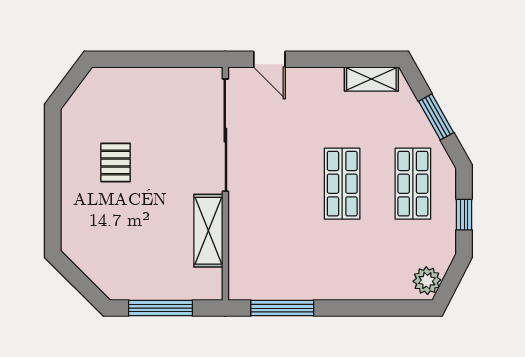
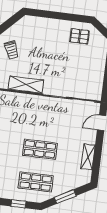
shelving: (371, 79) -> (88, 157), moved
pallet: (116, 163) -> (79, 36), moved
trolley: (138, 271) -> (11, 50), added

